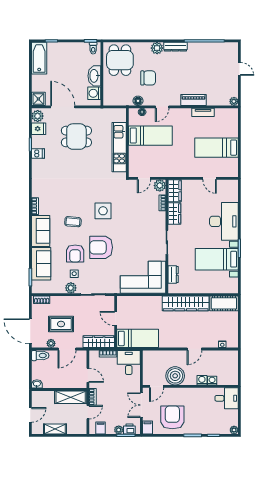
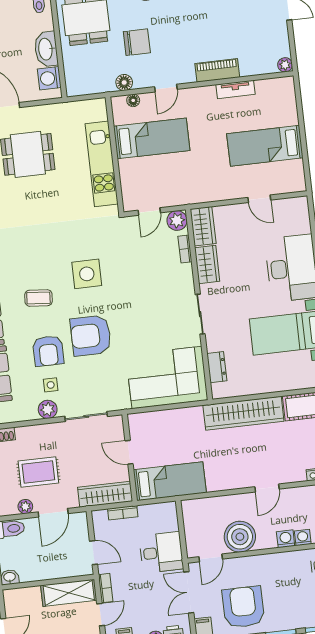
desk: (129, 362) -> (161, 552), moved, turned 90

